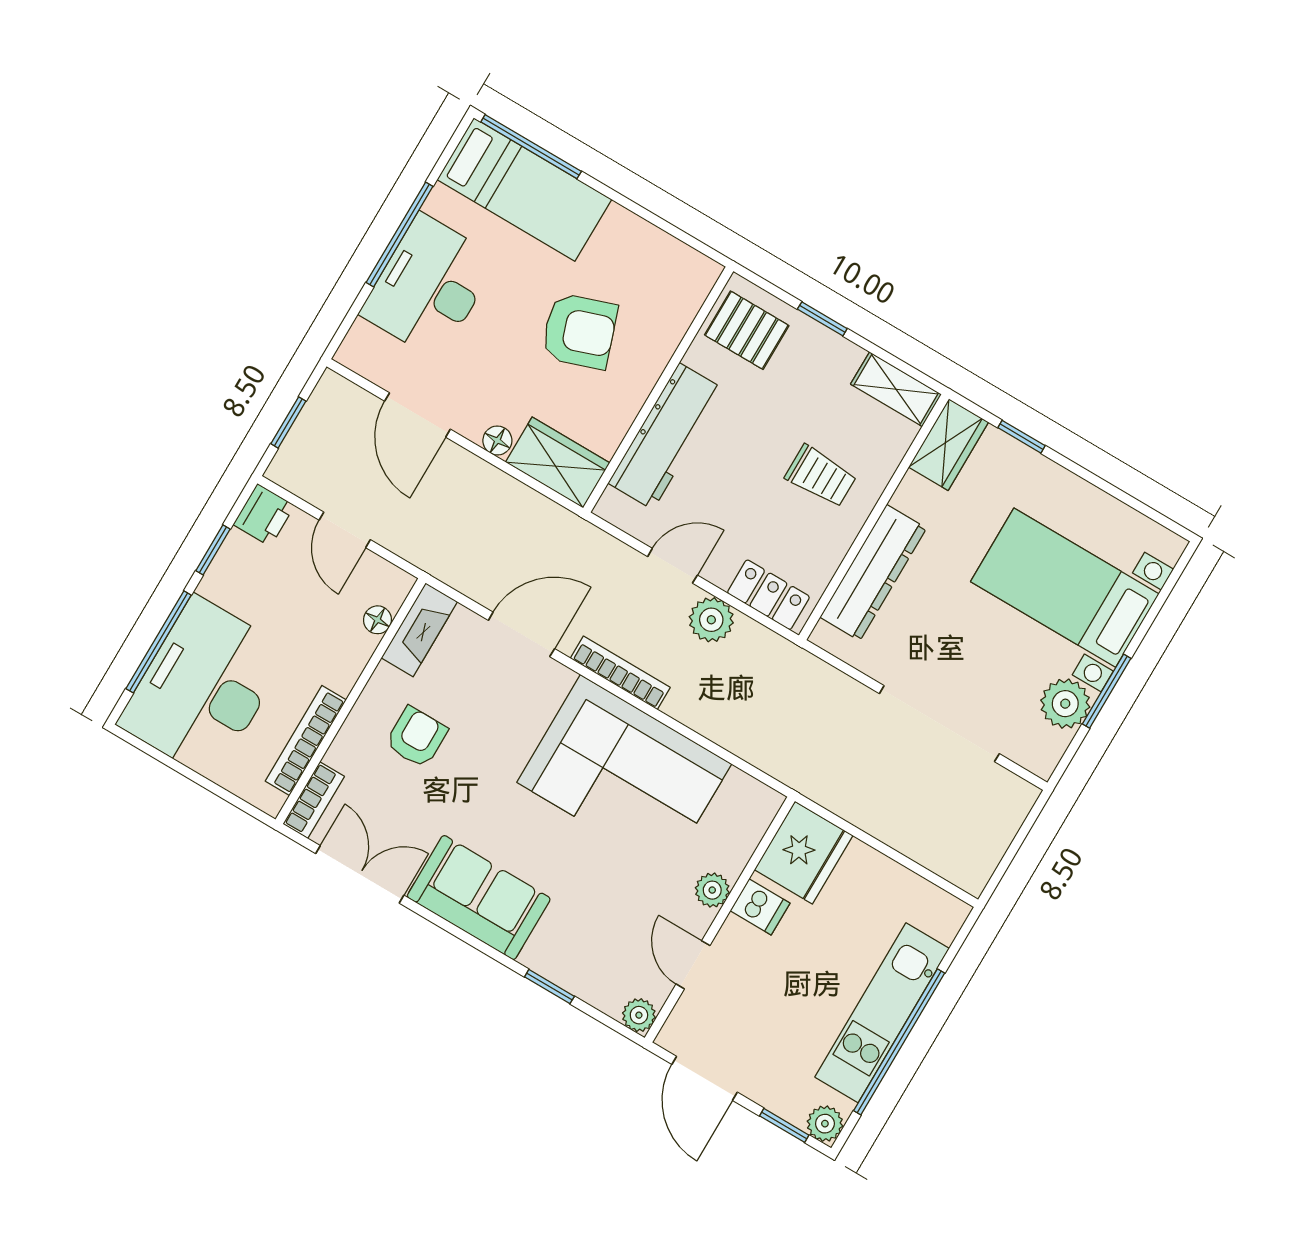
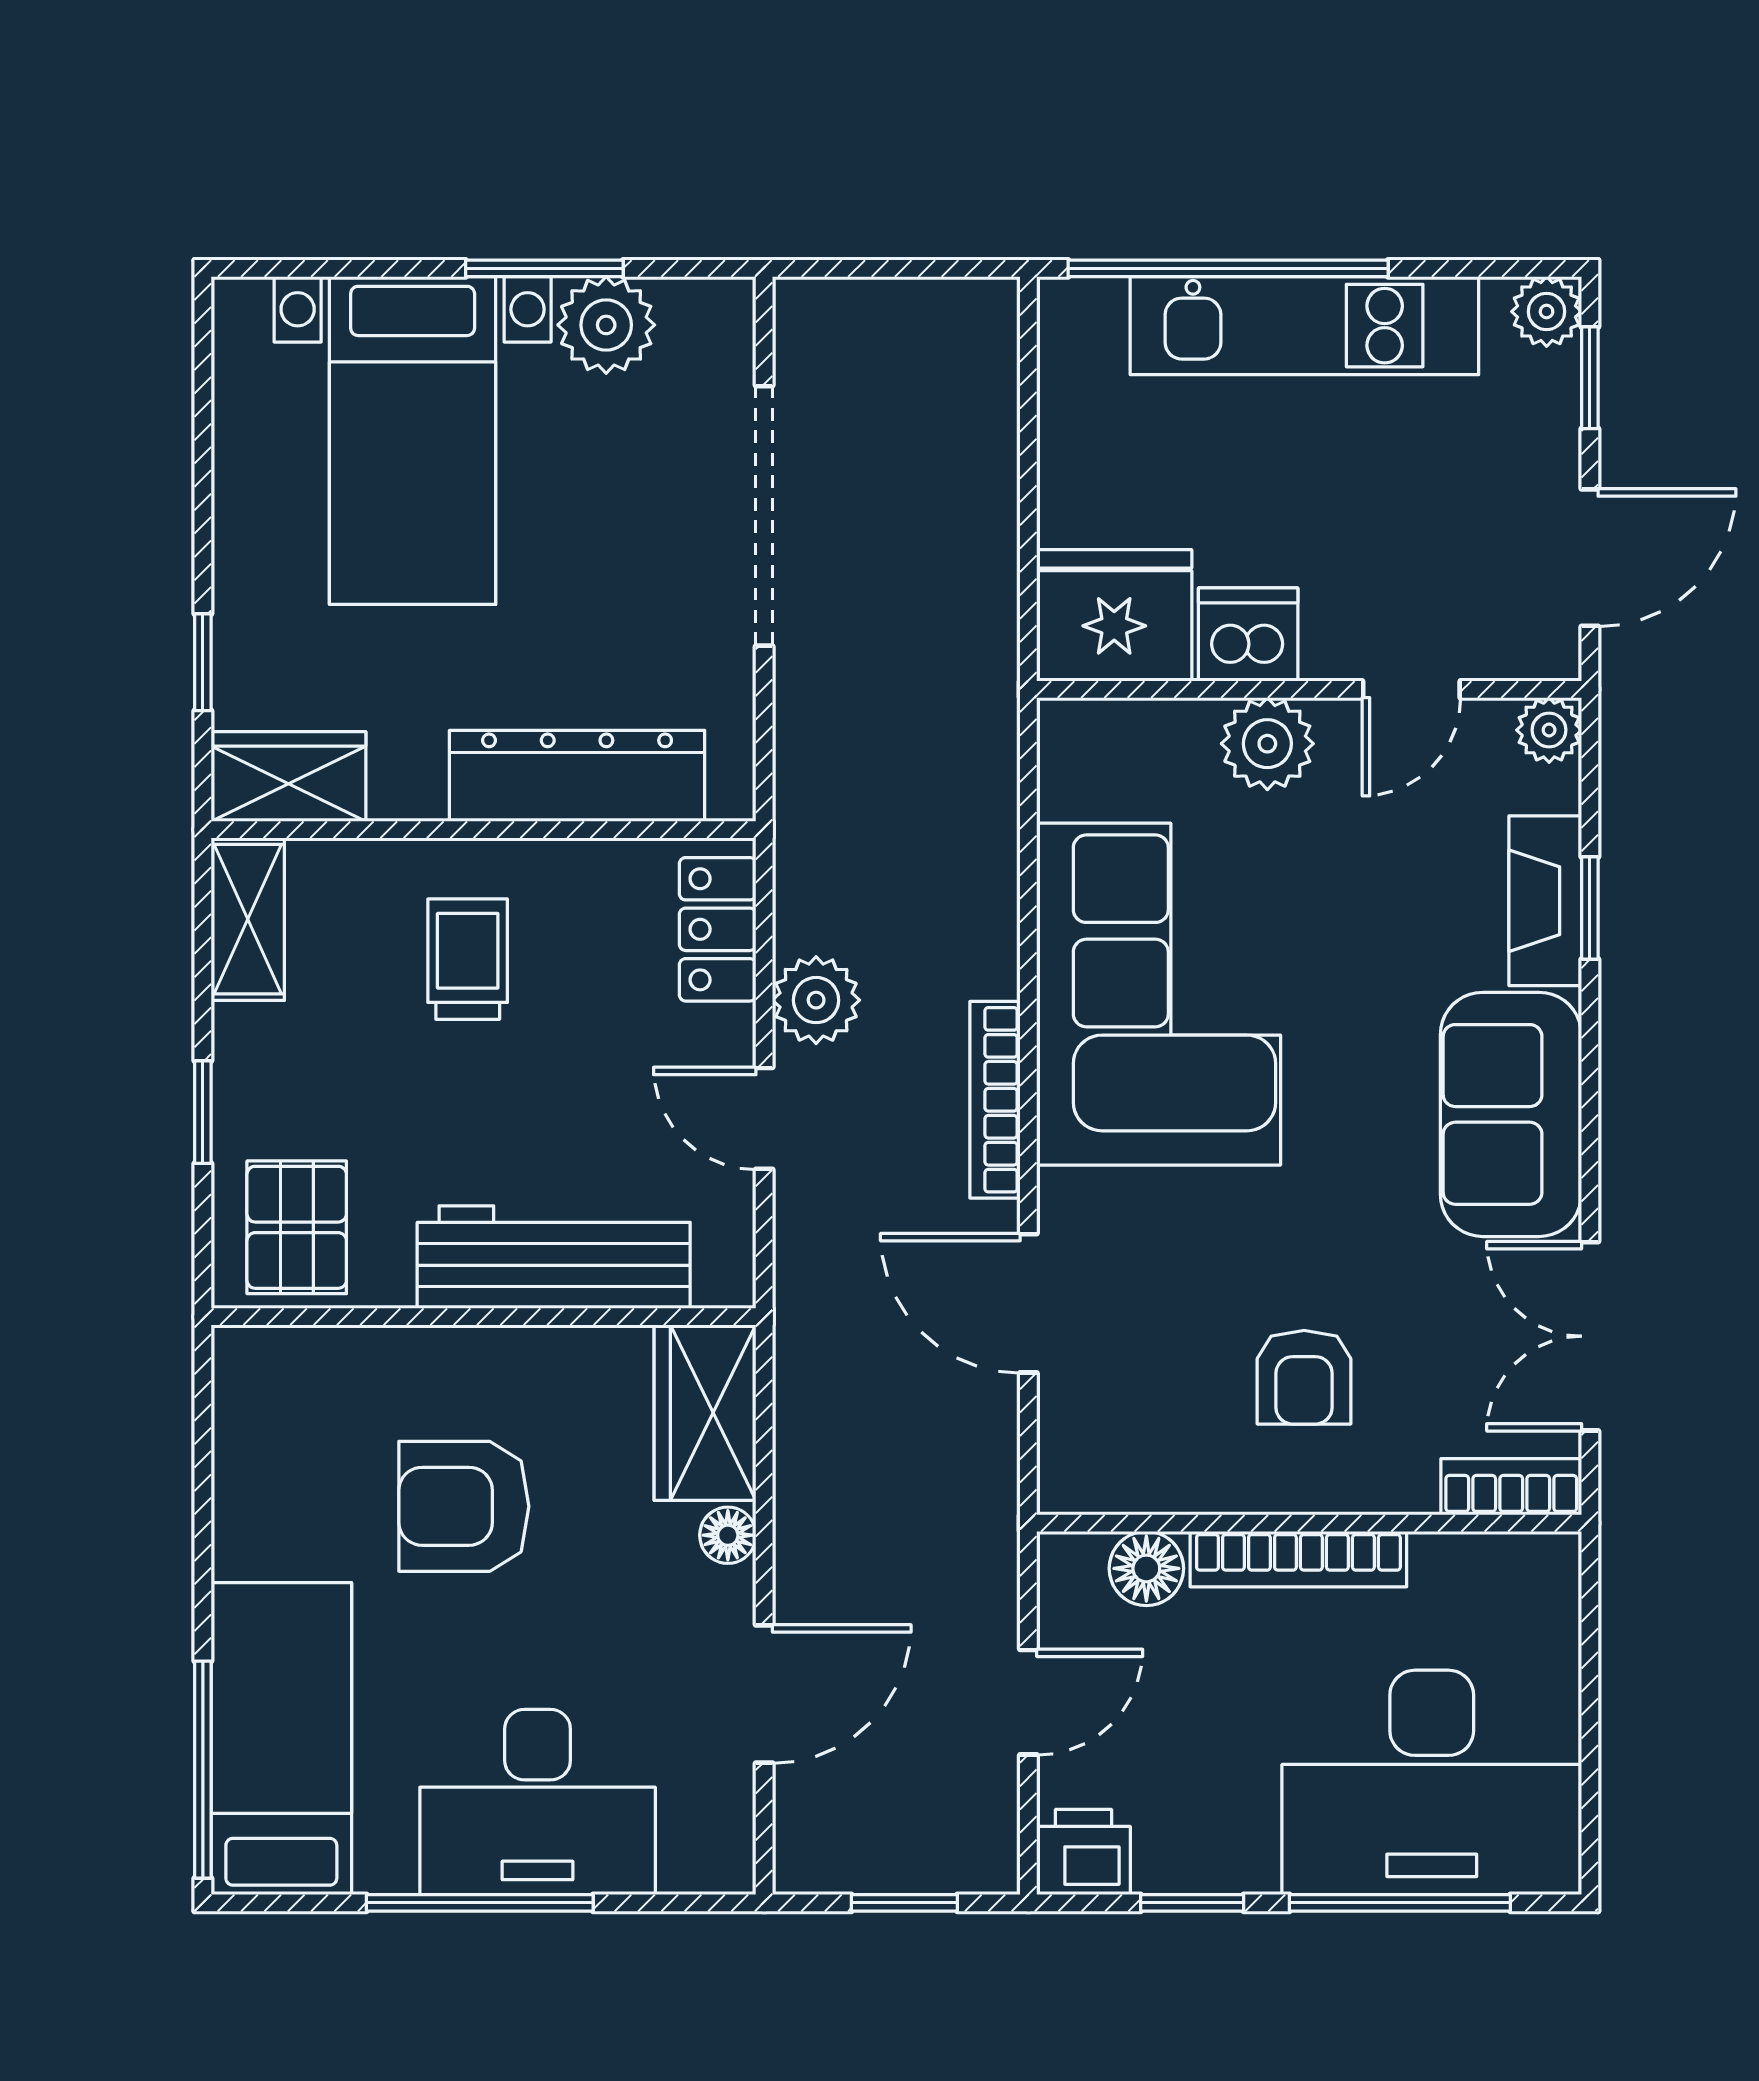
armchair: (579, 331) -> (464, 1506), turned -71
floor lamp: (378, 620) -> (1146, 1568), width x1.37, depth x1.37
fireplace: (419, 630) -> (1545, 901), moved, turned -90
armchair: (416, 737) -> (1304, 1377), turned -90
bookcase: (306, 741) -> (1298, 1559), moved
plant: (712, 890) -> (1267, 744), width x1.38, depth x1.38
dishwasher: (760, 907) -> (1248, 635), width x1.38
window: (899, 1042) -> (1228, 268), moved

